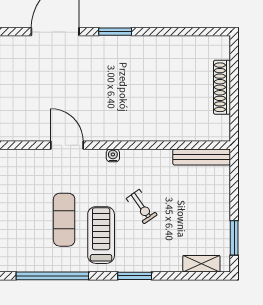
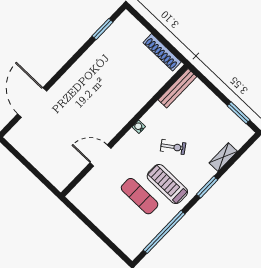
window: (115, 32) -> (102, 29), moved
shoe rack: (222, 87) -> (162, 52), moved
water cooler: (113, 155) -> (139, 127), moved
shelving: (201, 264) -> (223, 157), moved

